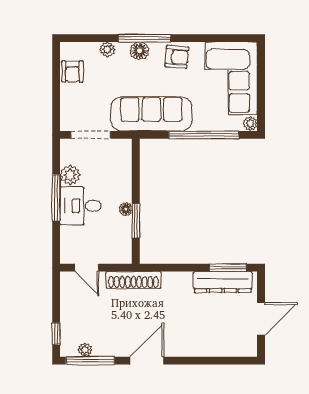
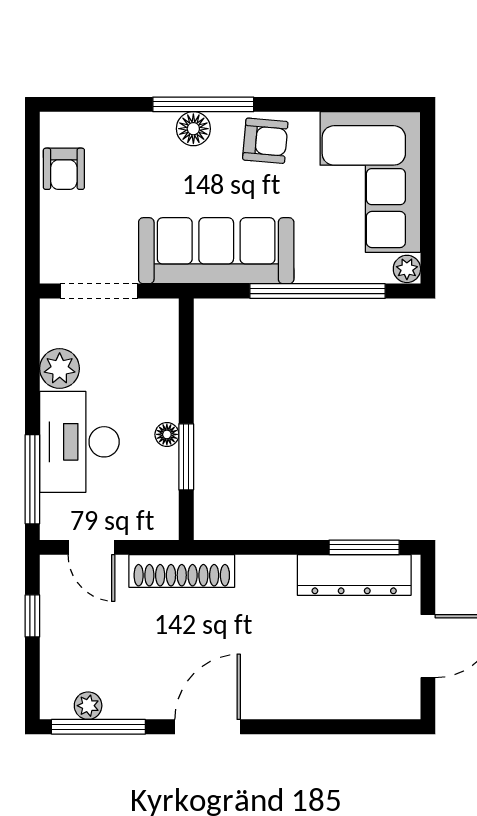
plant: (107, 49) -> (131, 126), removed
window: (56, 198) -> (32, 479), moved
desk: (80, 206) -> (79, 442), width x1.37
window: (56, 334) -> (32, 616), moved

